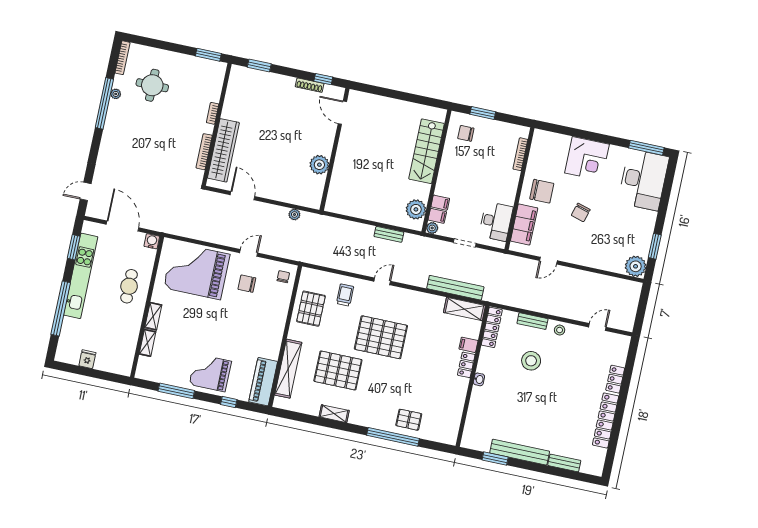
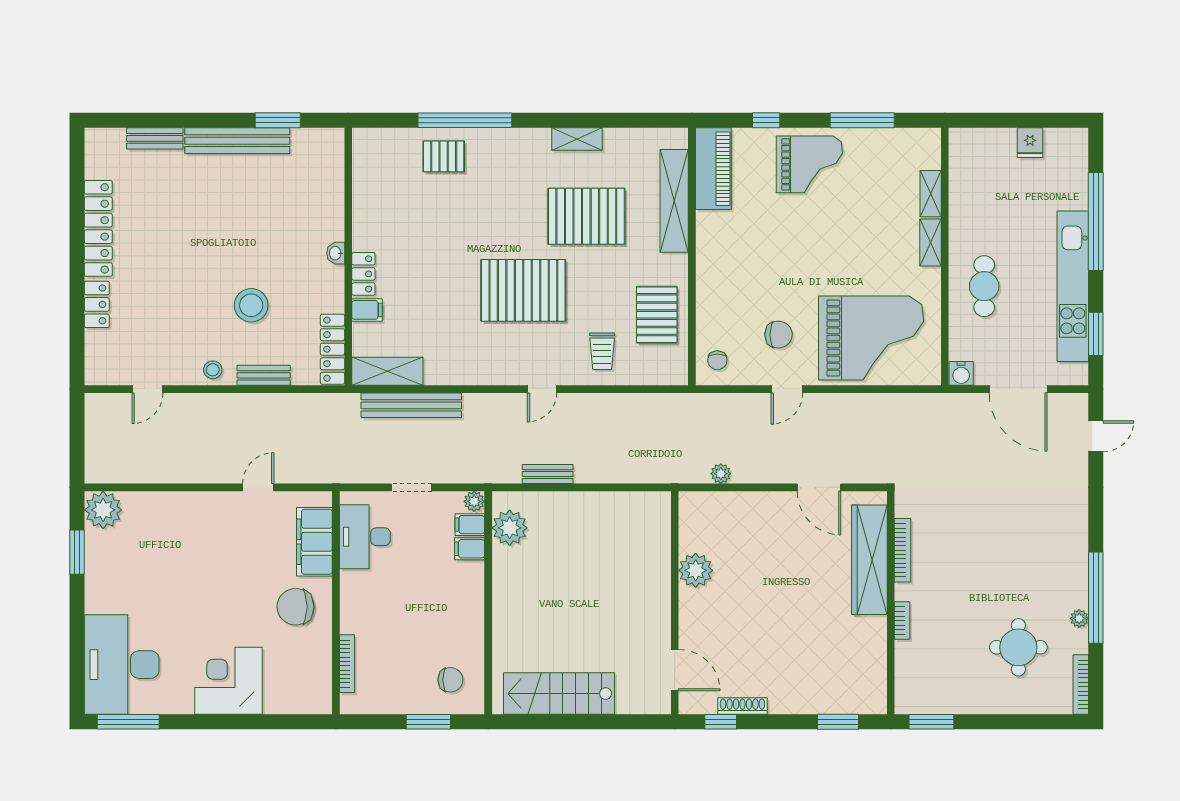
stairs: (427, 151) -> (559, 694), moved, turned -90
chair: (581, 212) -> (219, 584), removed

